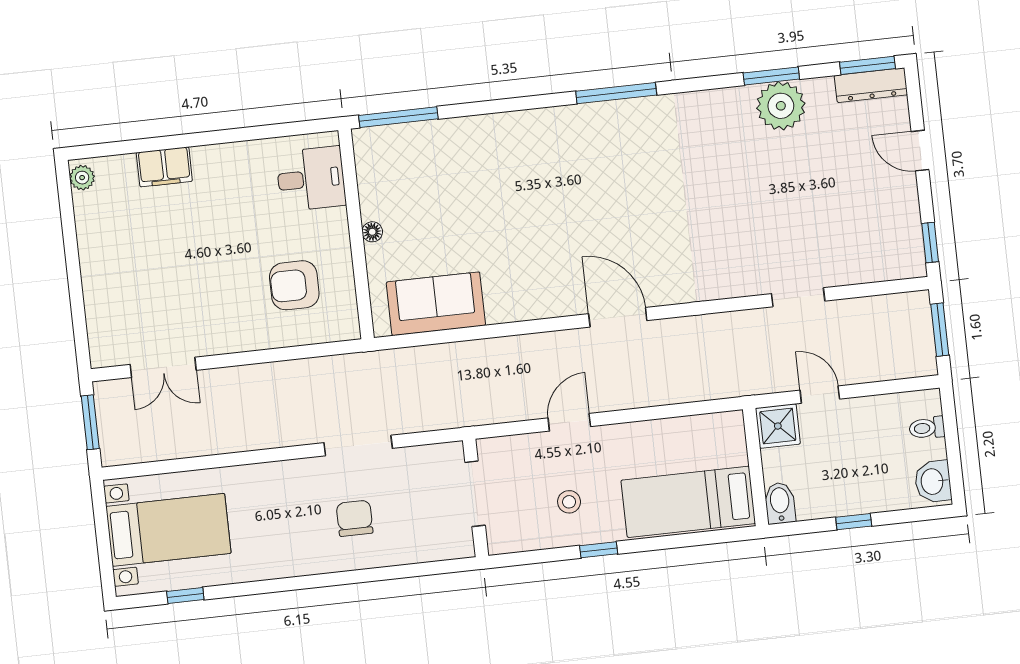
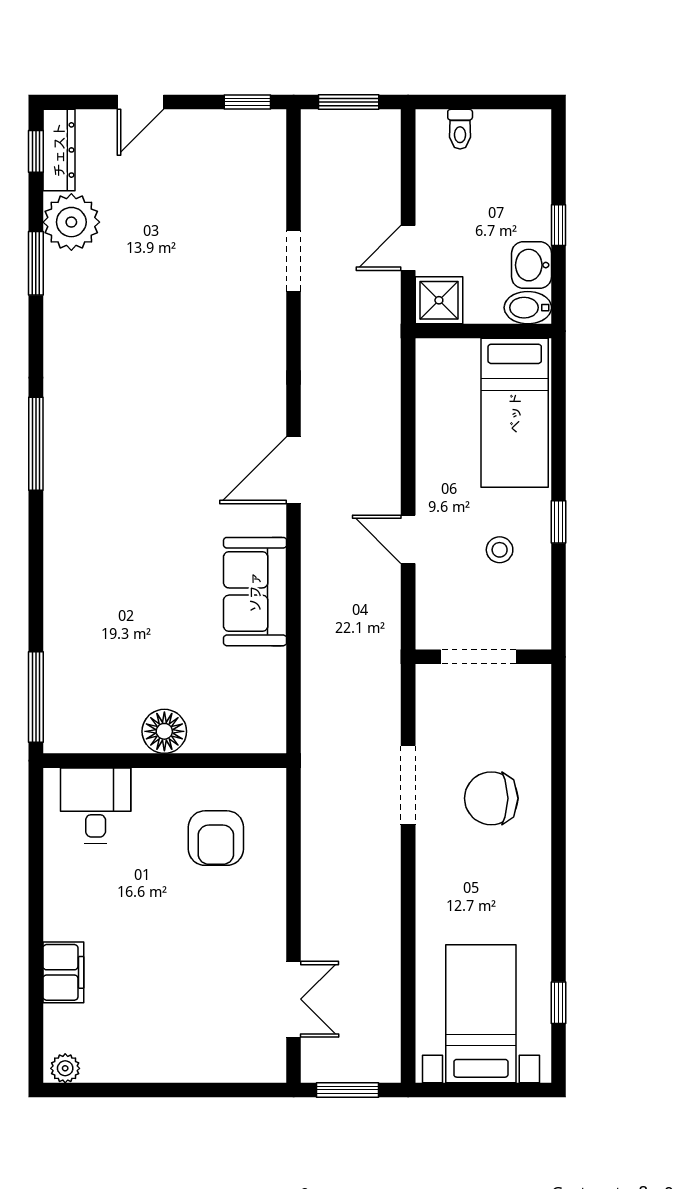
window: (867, 65) -> (36, 151), width x0.67
plant: (781, 106) -> (71, 222), moved
floor lamp: (372, 232) -> (164, 731), width x1.89, depth x1.89
sofa: (436, 304) -> (255, 592), moved
washbasin: (933, 481) -> (532, 265), moved, turned 90
chair: (355, 518) -> (491, 798), width x1.37, depth x1.37

